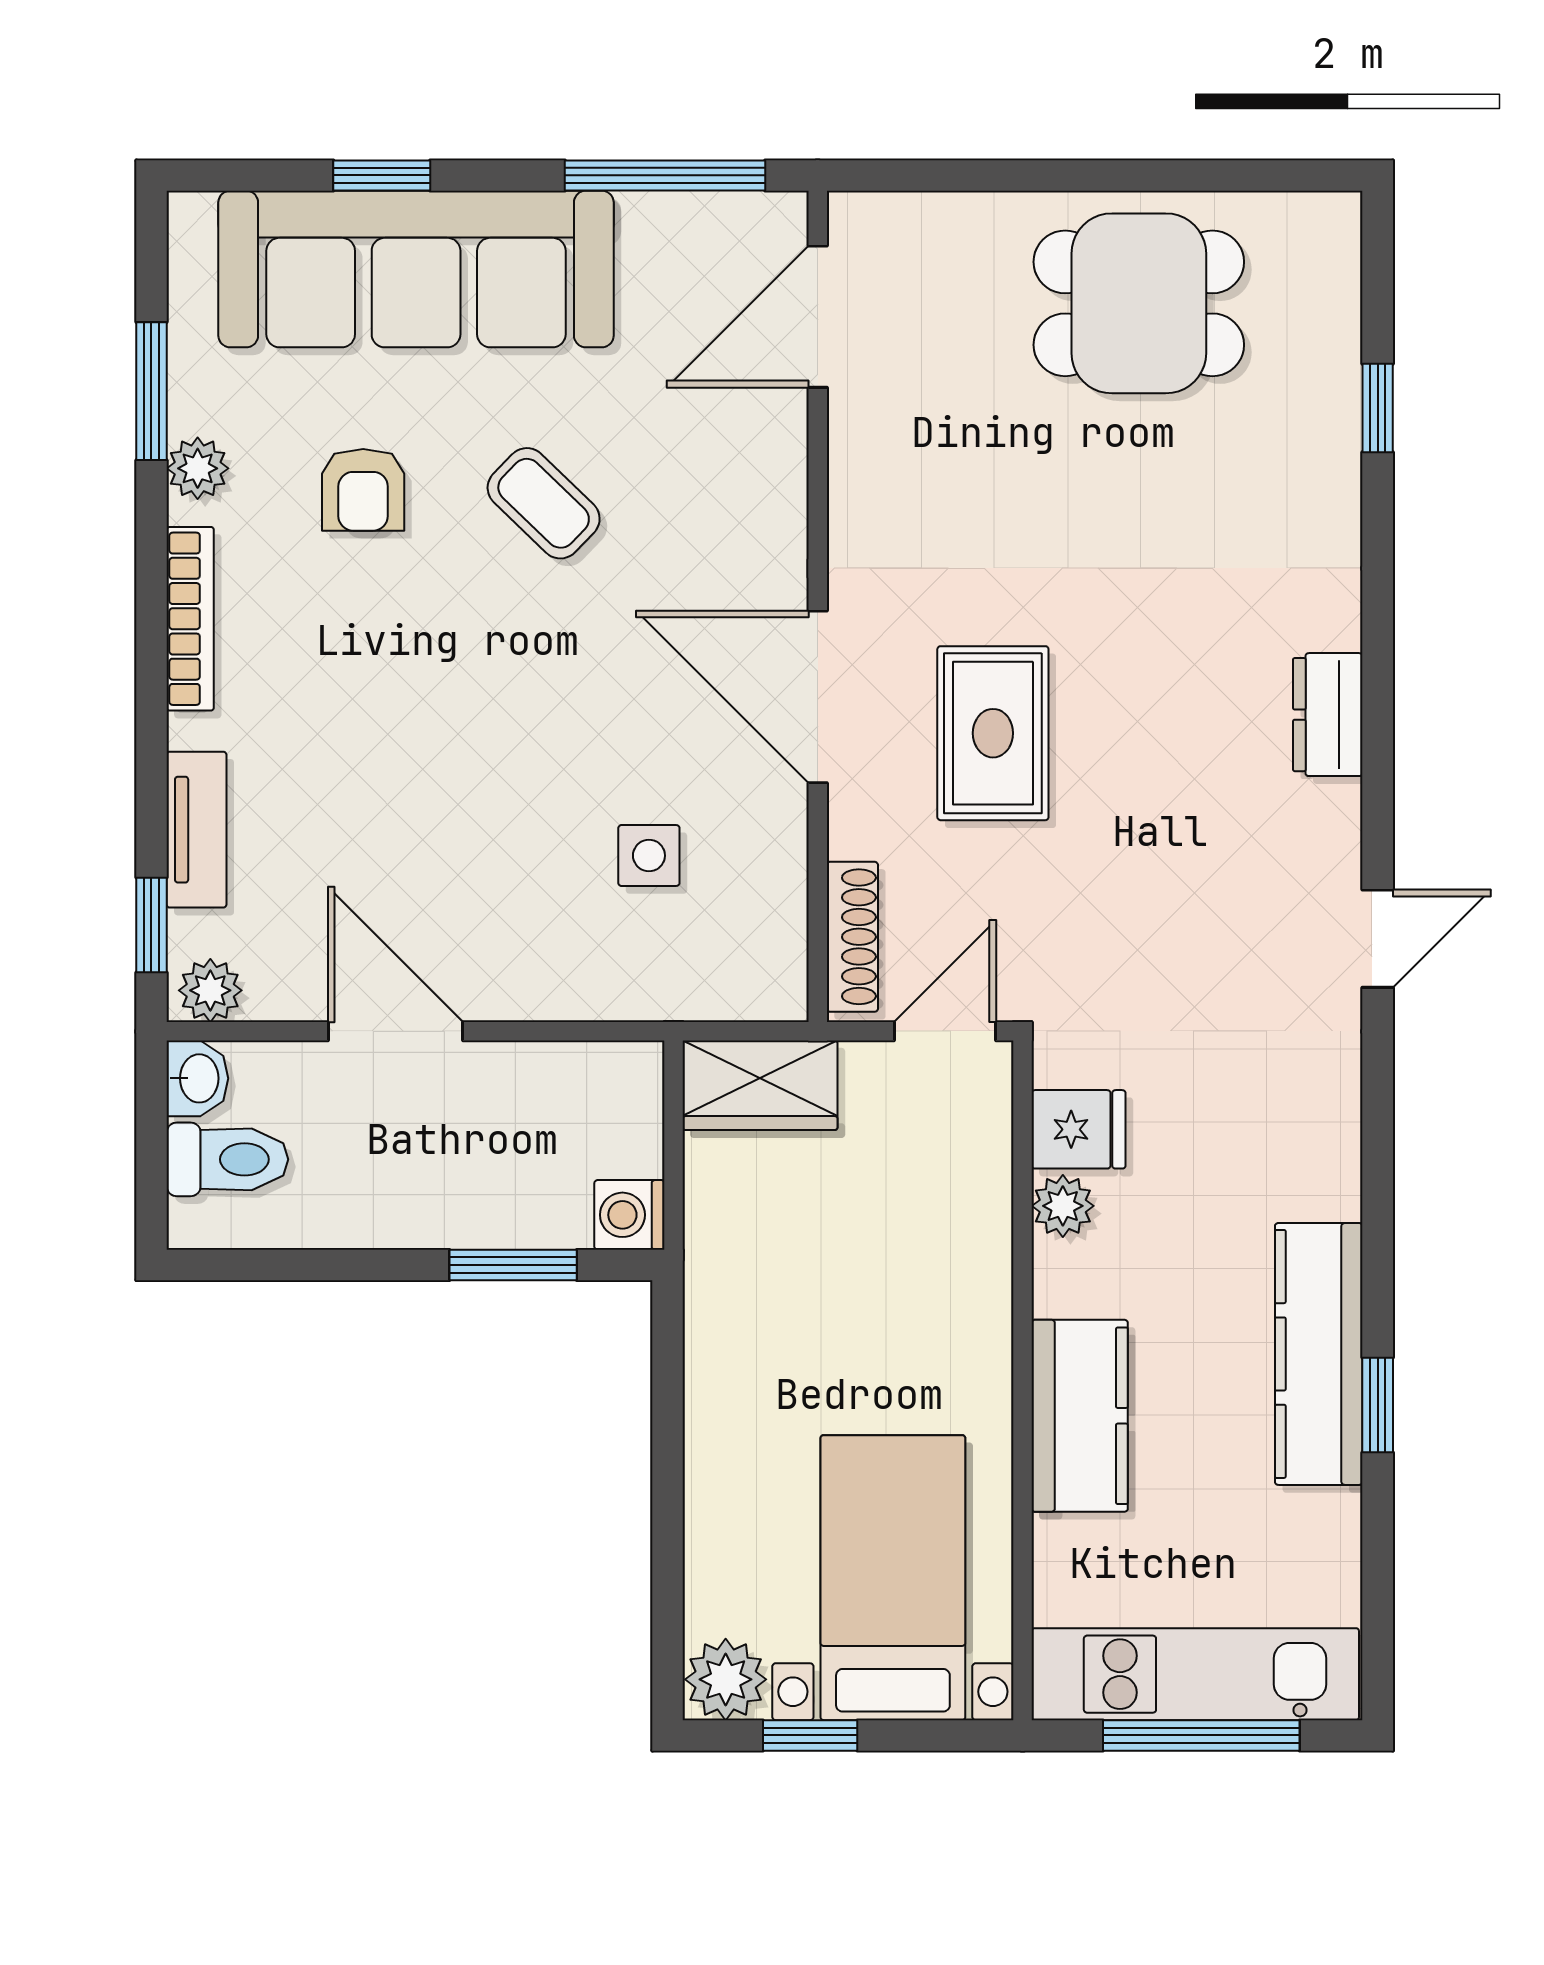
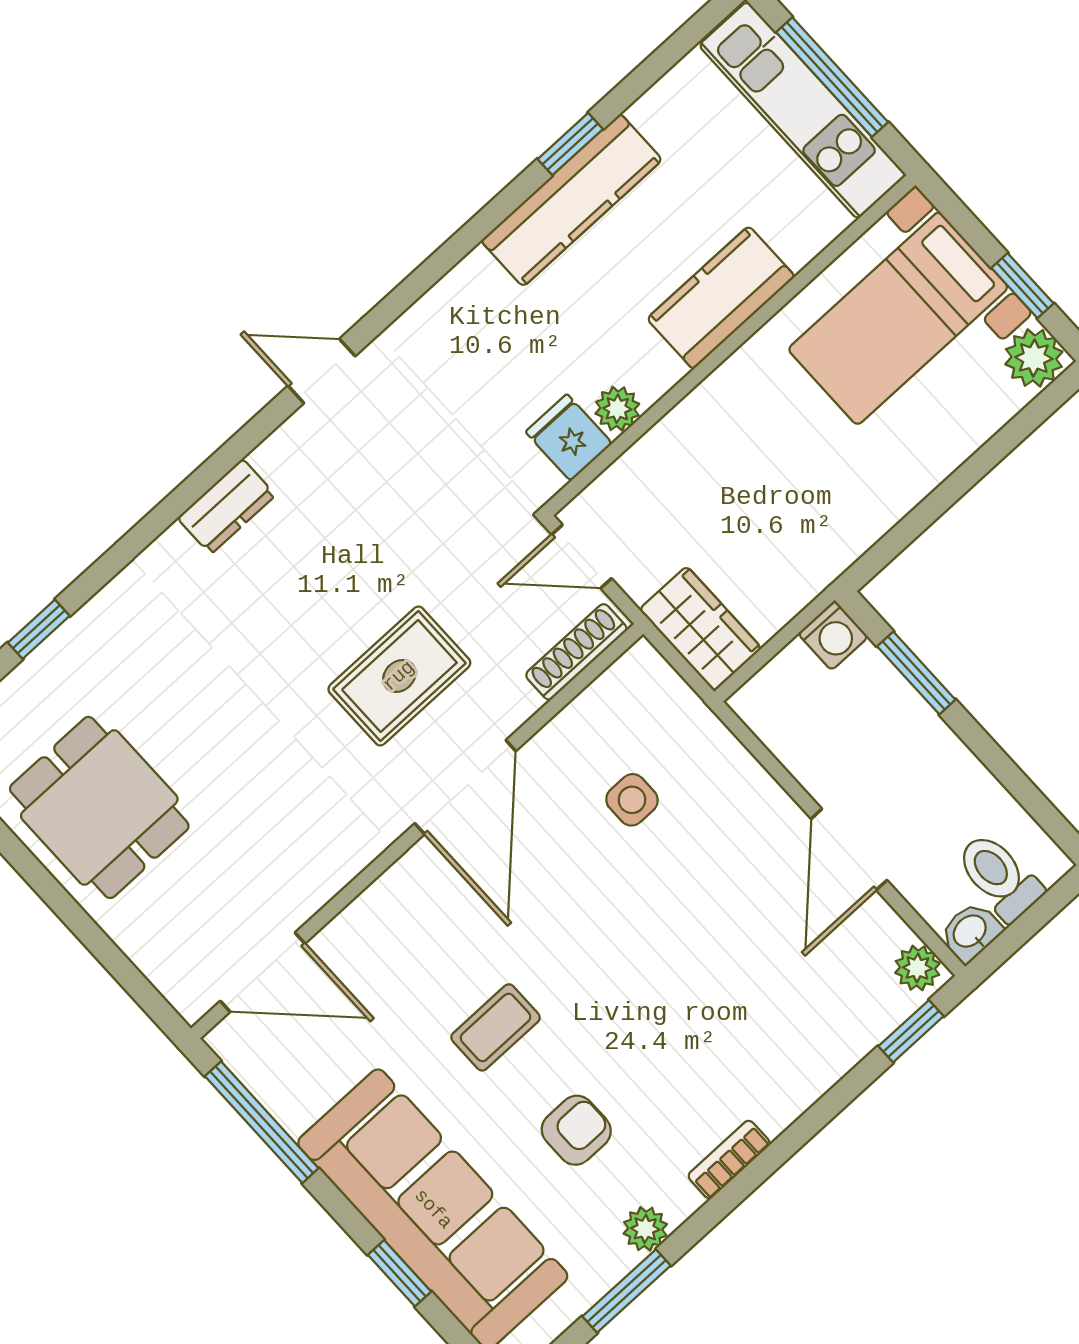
coffee table: (544, 503) -> (496, 1027), turned 46
bookcase: (190, 619) -> (729, 1160), width x0.64
tv unit: (196, 830) -> (838, 1054), removed

